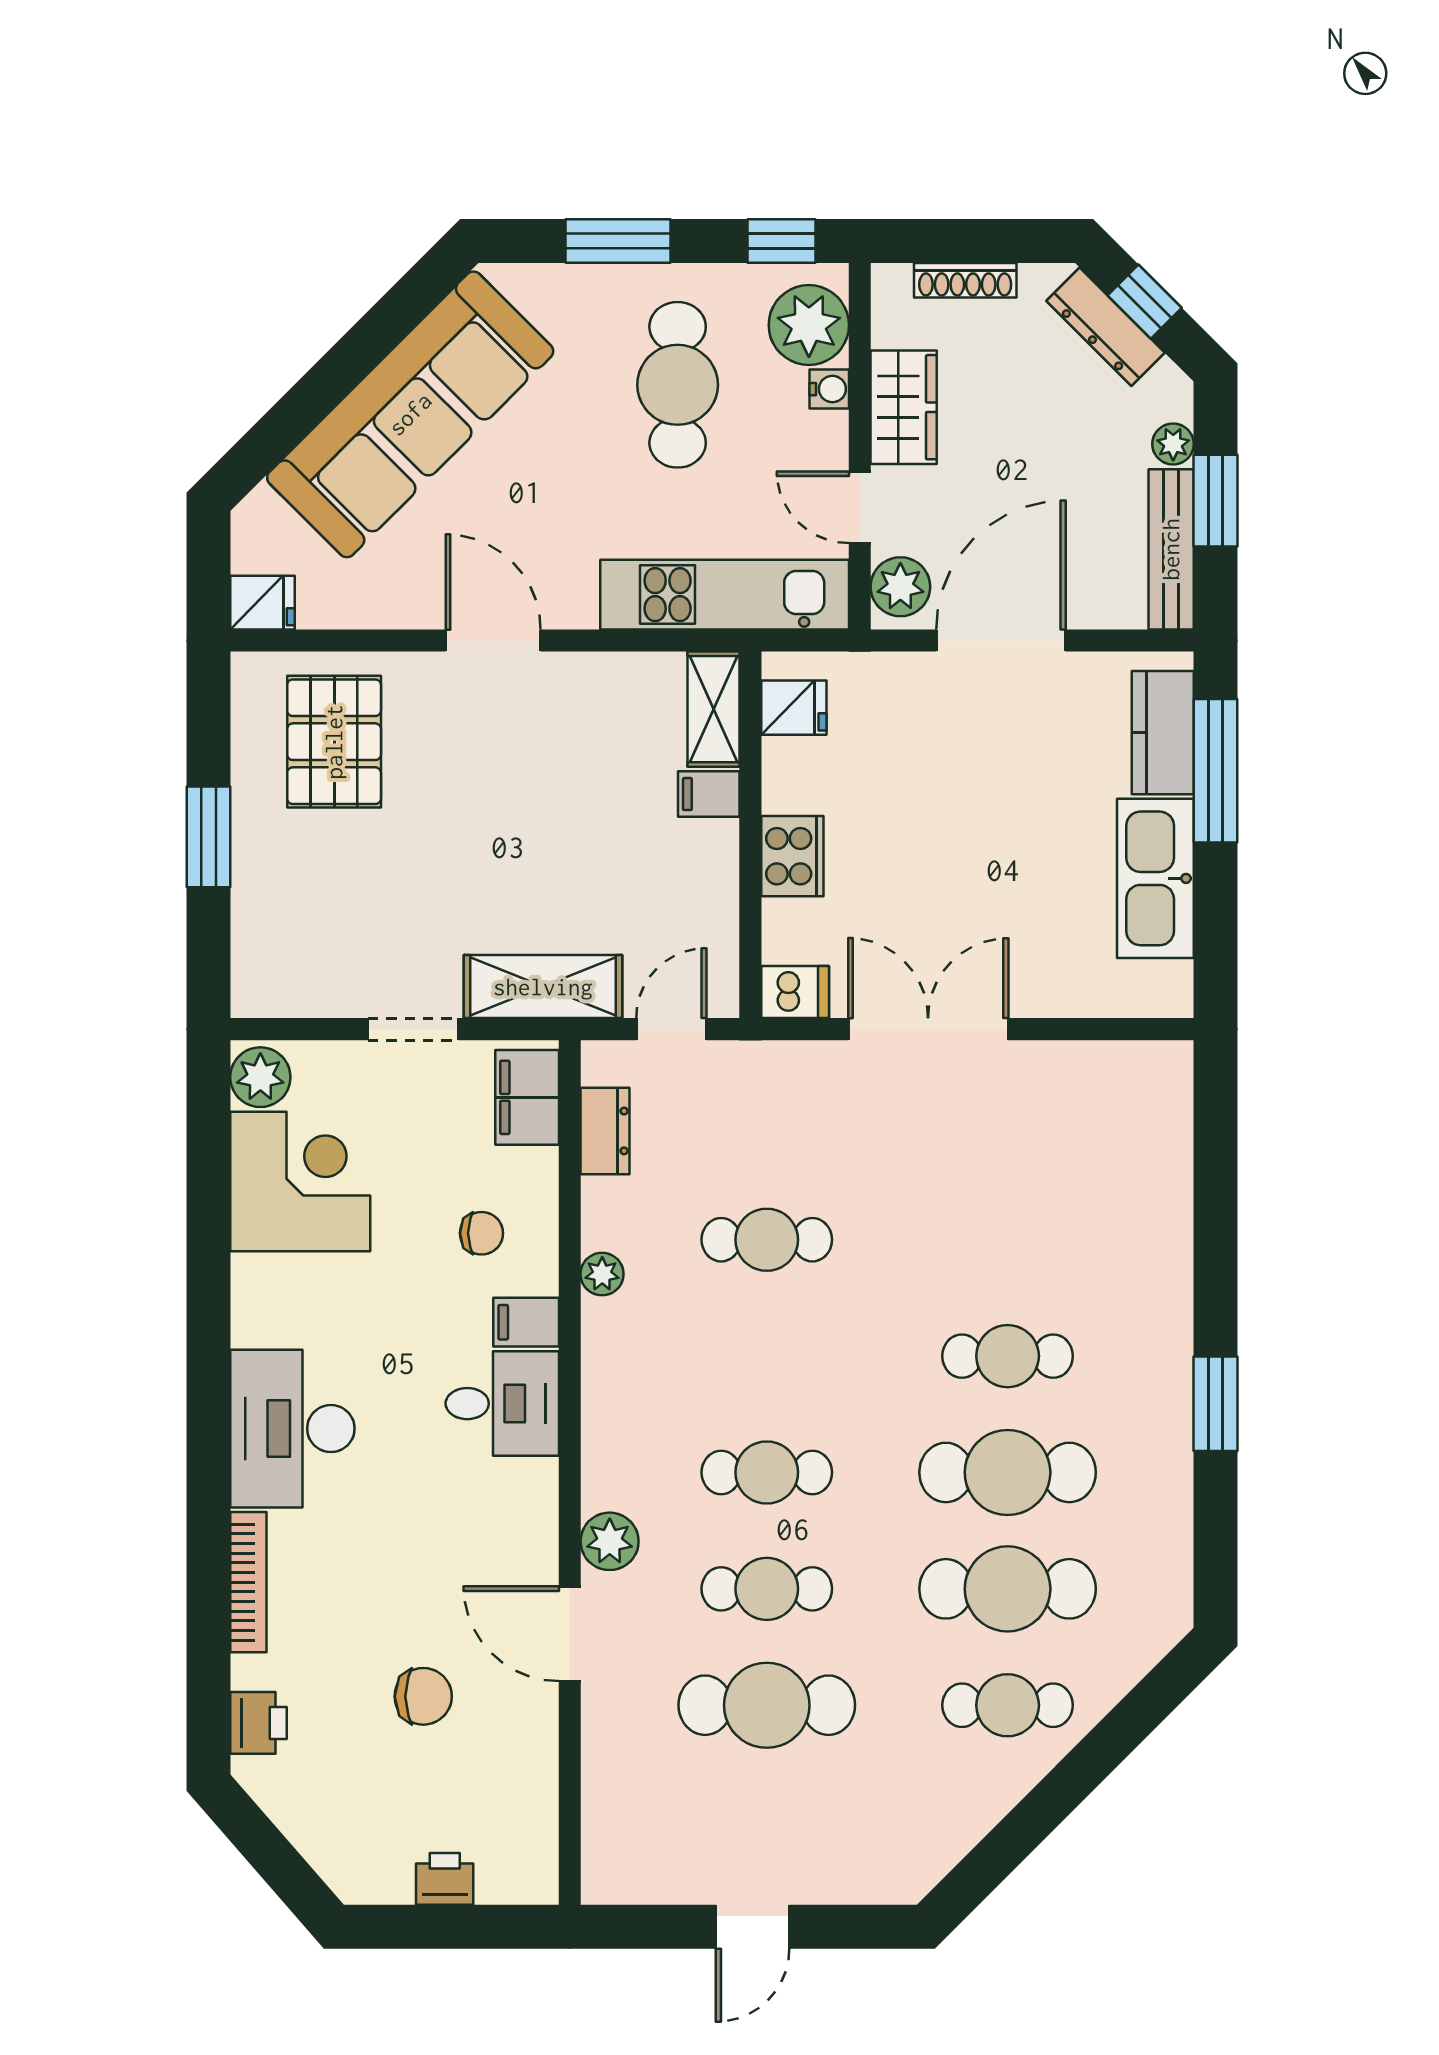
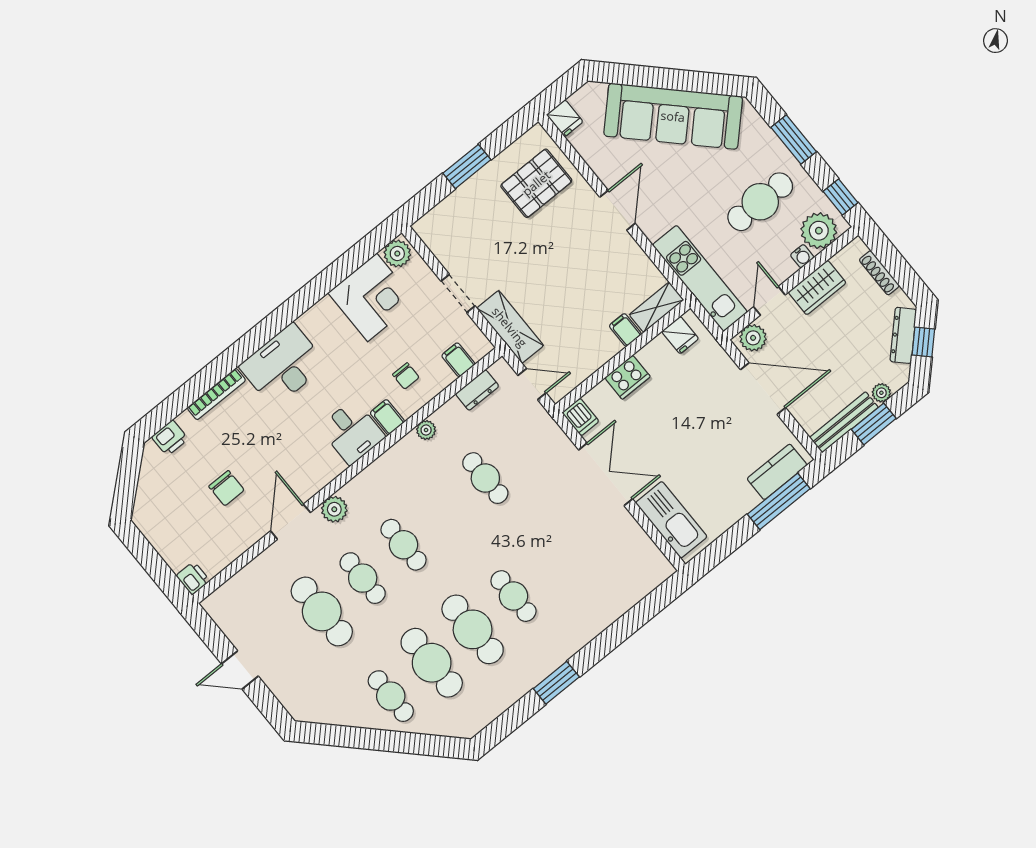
kitchen sink: (1155, 878) -> (671, 520), moved, turned 90
filing cabinet: (527, 1097) -> (458, 360), width x0.50
printer: (445, 1879) -> (193, 578), moved

